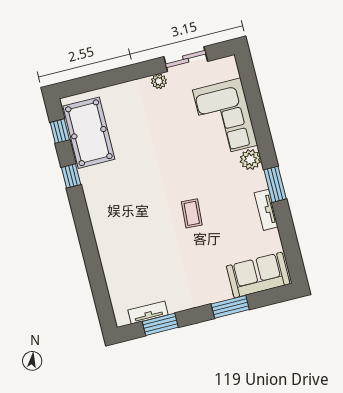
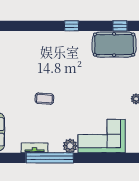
window: (71, 176) -> (72, 26), moved
window: (275, 184) -> (50, 158), width x2.11

